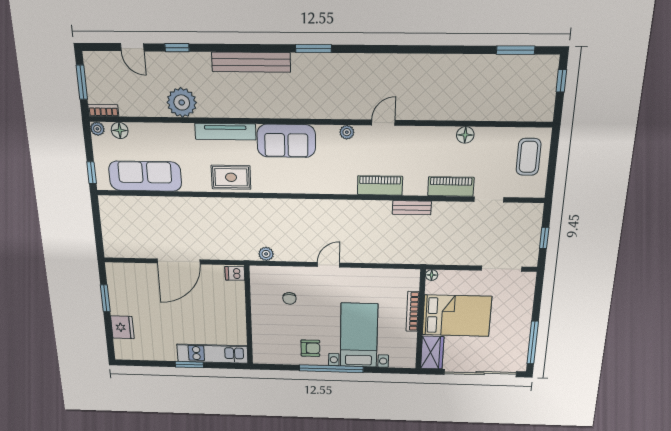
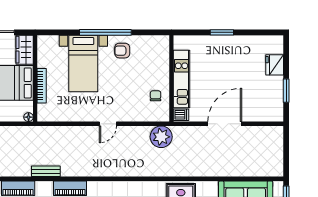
plant: (266, 254) -> (161, 137), width x1.88, depth x1.88
chair: (289, 298) -> (156, 96), moved
kitchen unit: (212, 354) -> (182, 79), moved, turned -90

